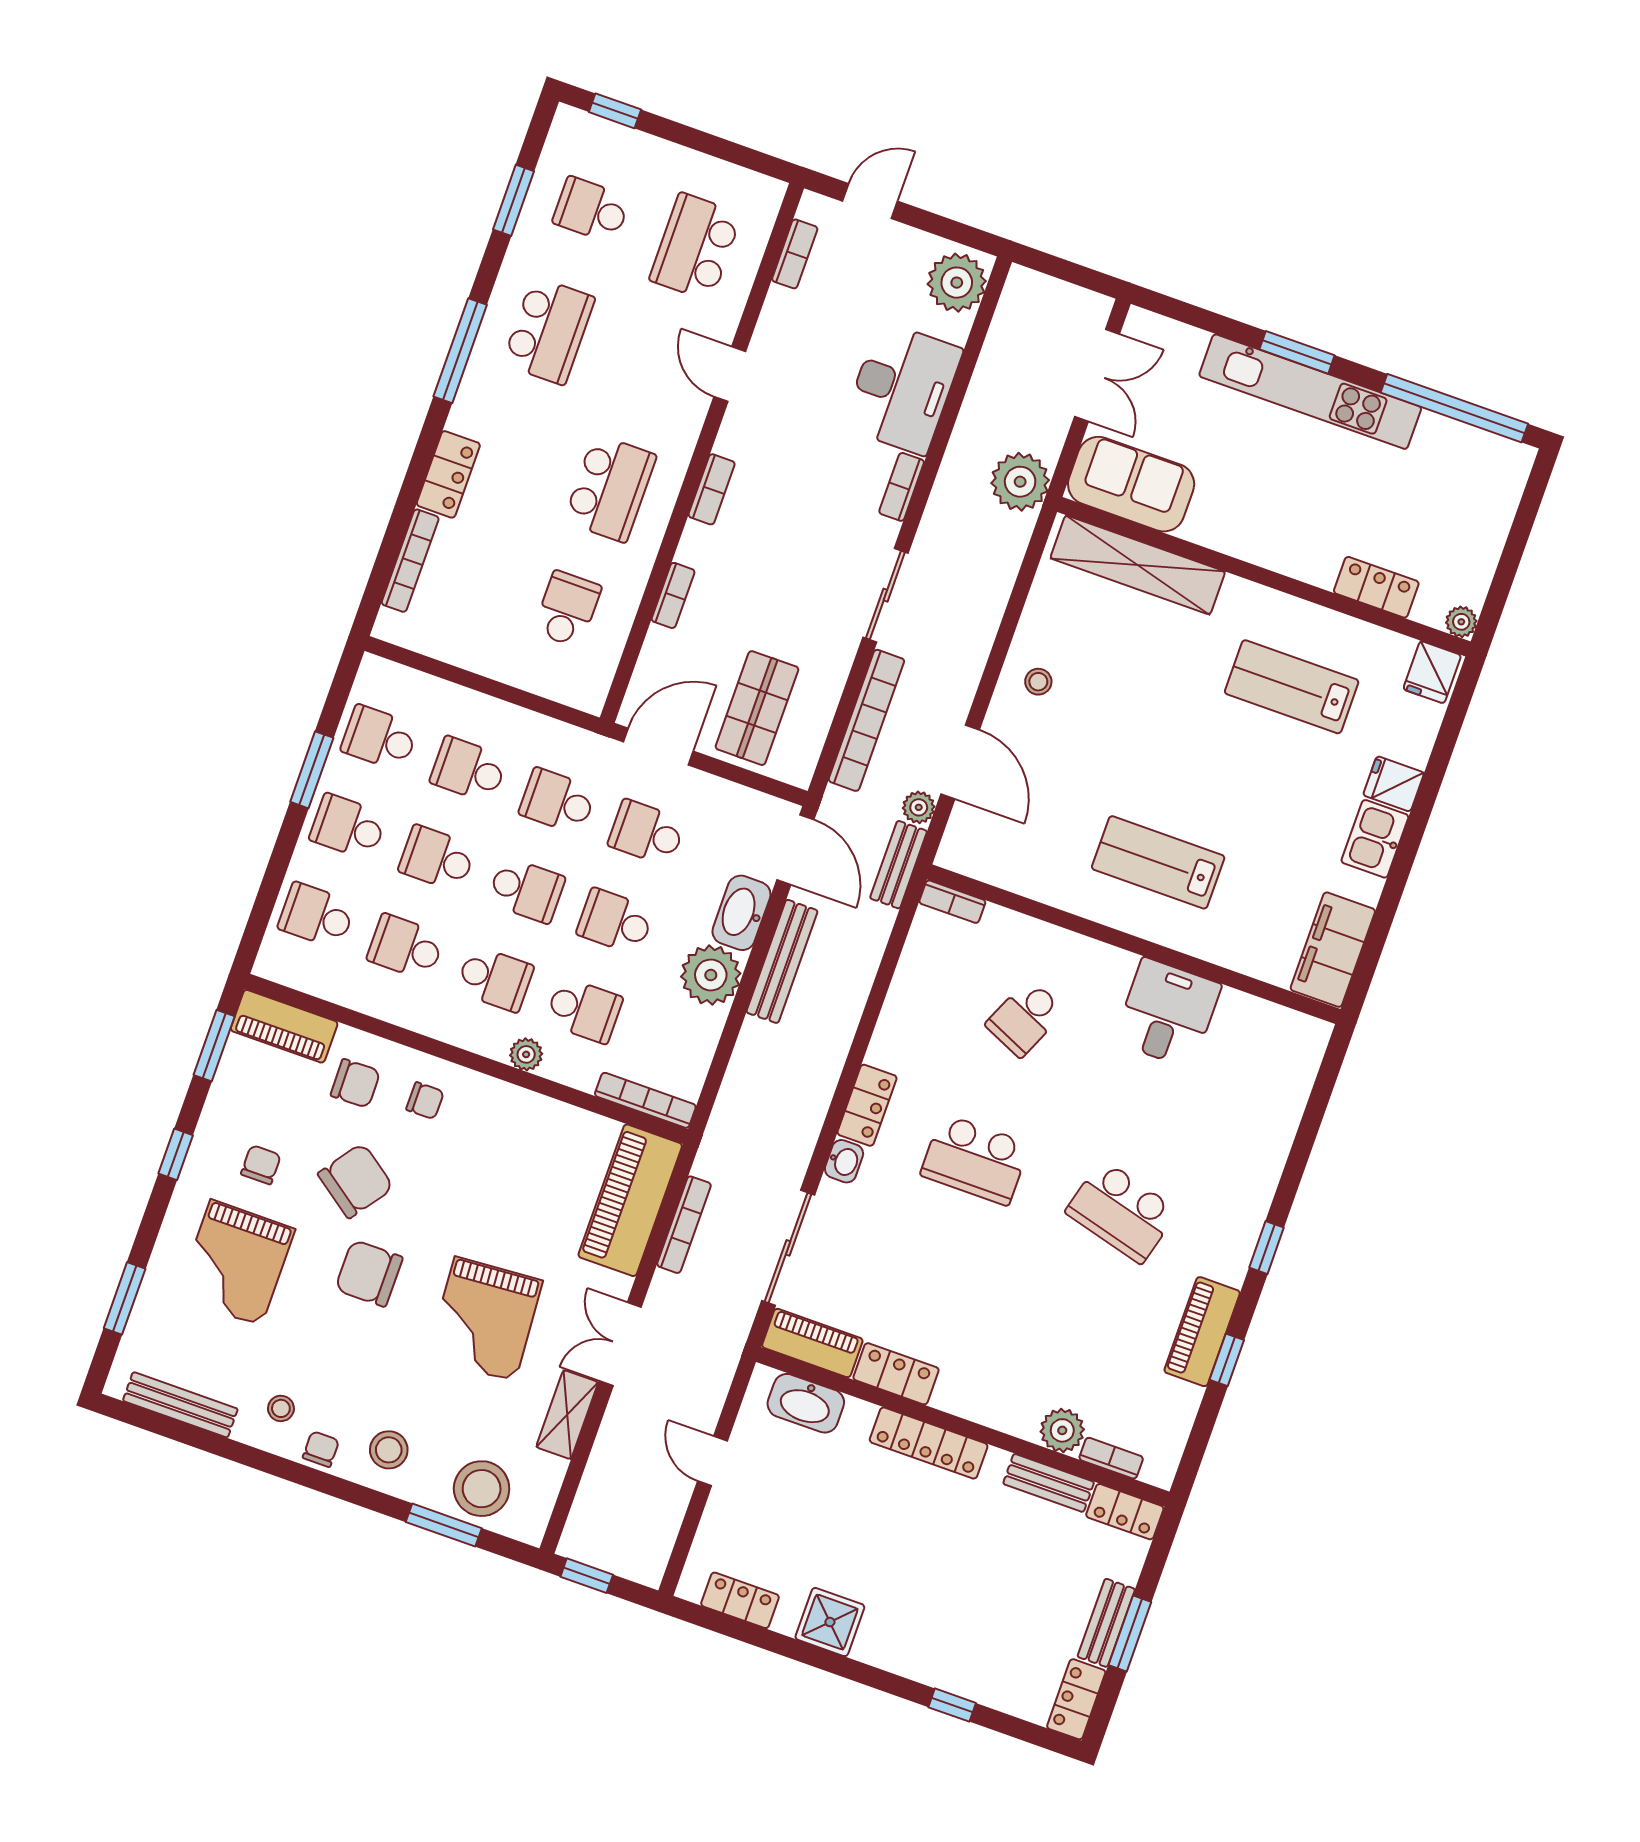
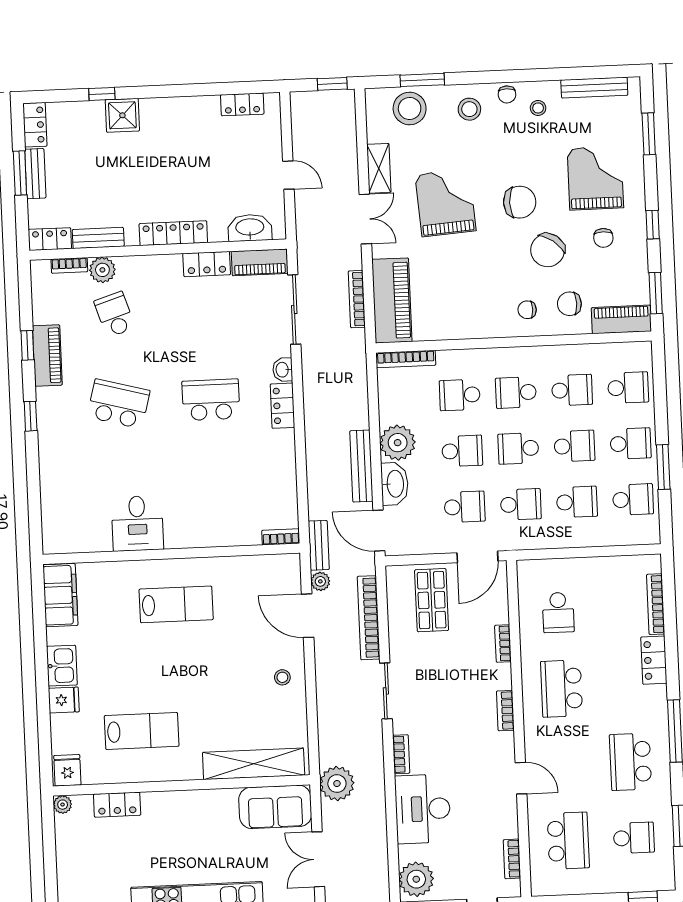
school desk: (1025, 1018) -> (115, 315), moved, turned -42
plant: (526, 1054) -> (482, 358), removed
shower: (830, 1622) -> (122, 115), moved

